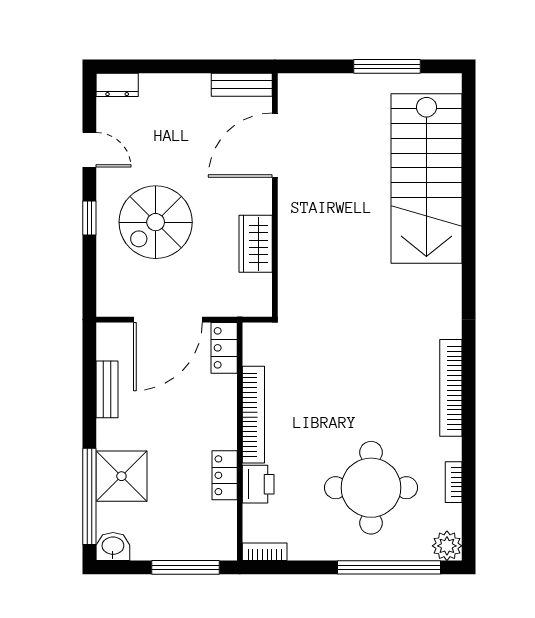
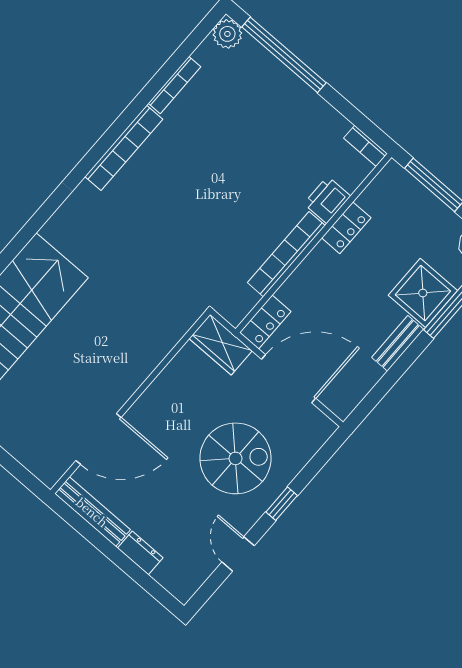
dresser: (117, 85) -> (140, 553), moved
bench: (242, 85) -> (92, 512), width x1.36
wardrobe: (256, 244) -> (221, 345), moved, turned 90
bench: (107, 389) -> (398, 343), moved
bookcase: (454, 482) -> (174, 85), width x1.56
round table: (371, 488) -> (246, 125), removed

